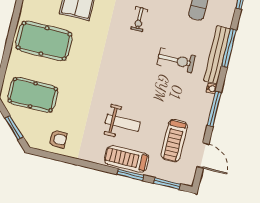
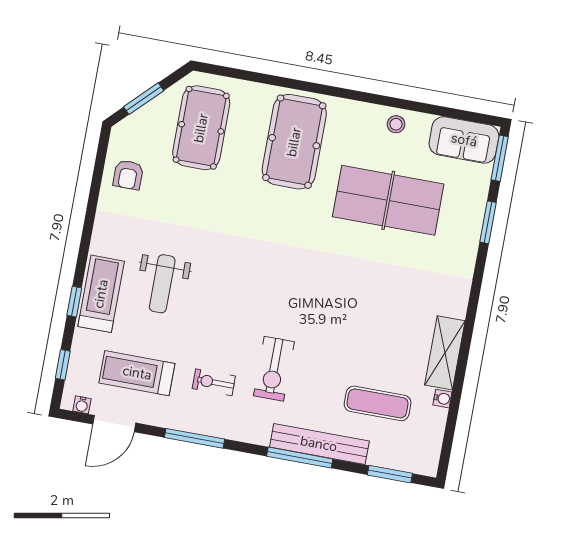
exercise bike: (139, 19) -> (214, 382), moved
bench: (217, 55) -> (319, 444), moved
water cooler: (212, 88) -> (82, 405), moved
window: (130, 175) -> (74, 302), width x0.67
window: (167, 184) -> (63, 365), width x0.67

